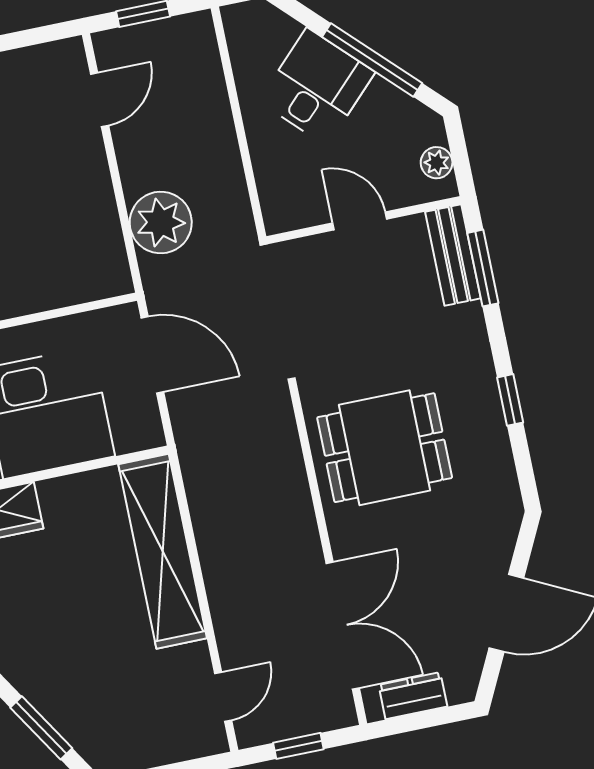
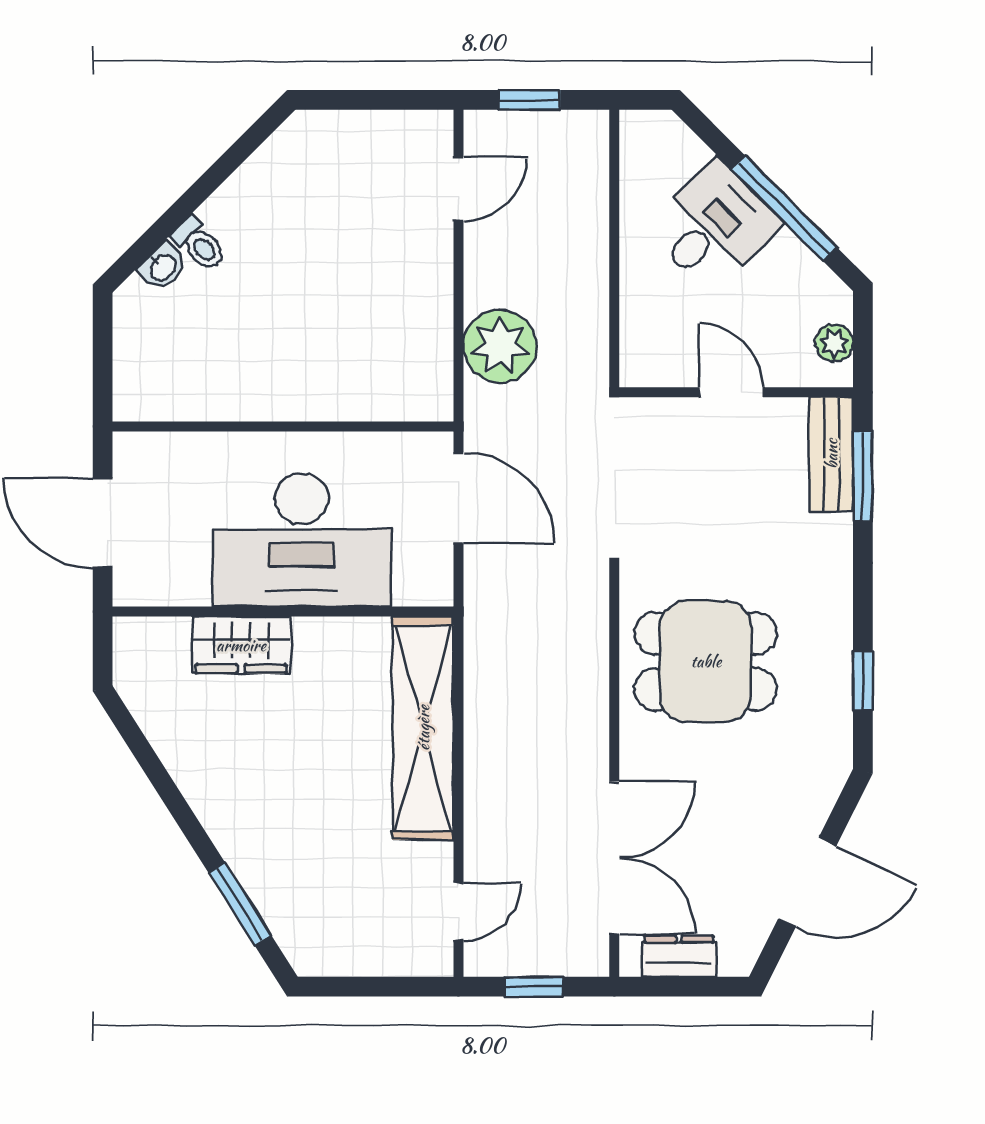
window: (510, 400) -> (863, 681), moved

